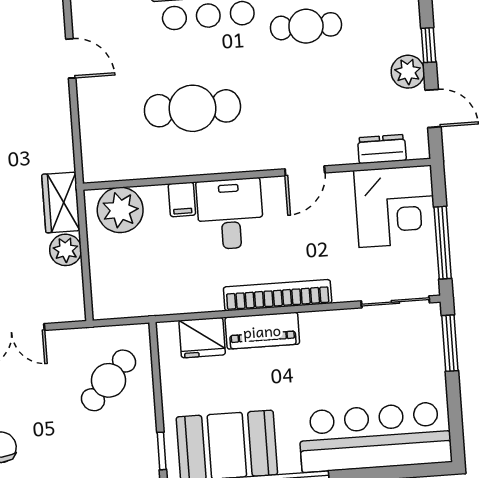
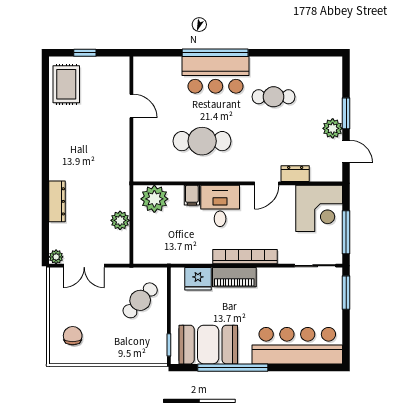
window: (428, 45) -> (346, 113), width x1.50
dresser: (382, 149) -> (295, 174), moved
wardrobe: (61, 202) -> (119, 192), removed

